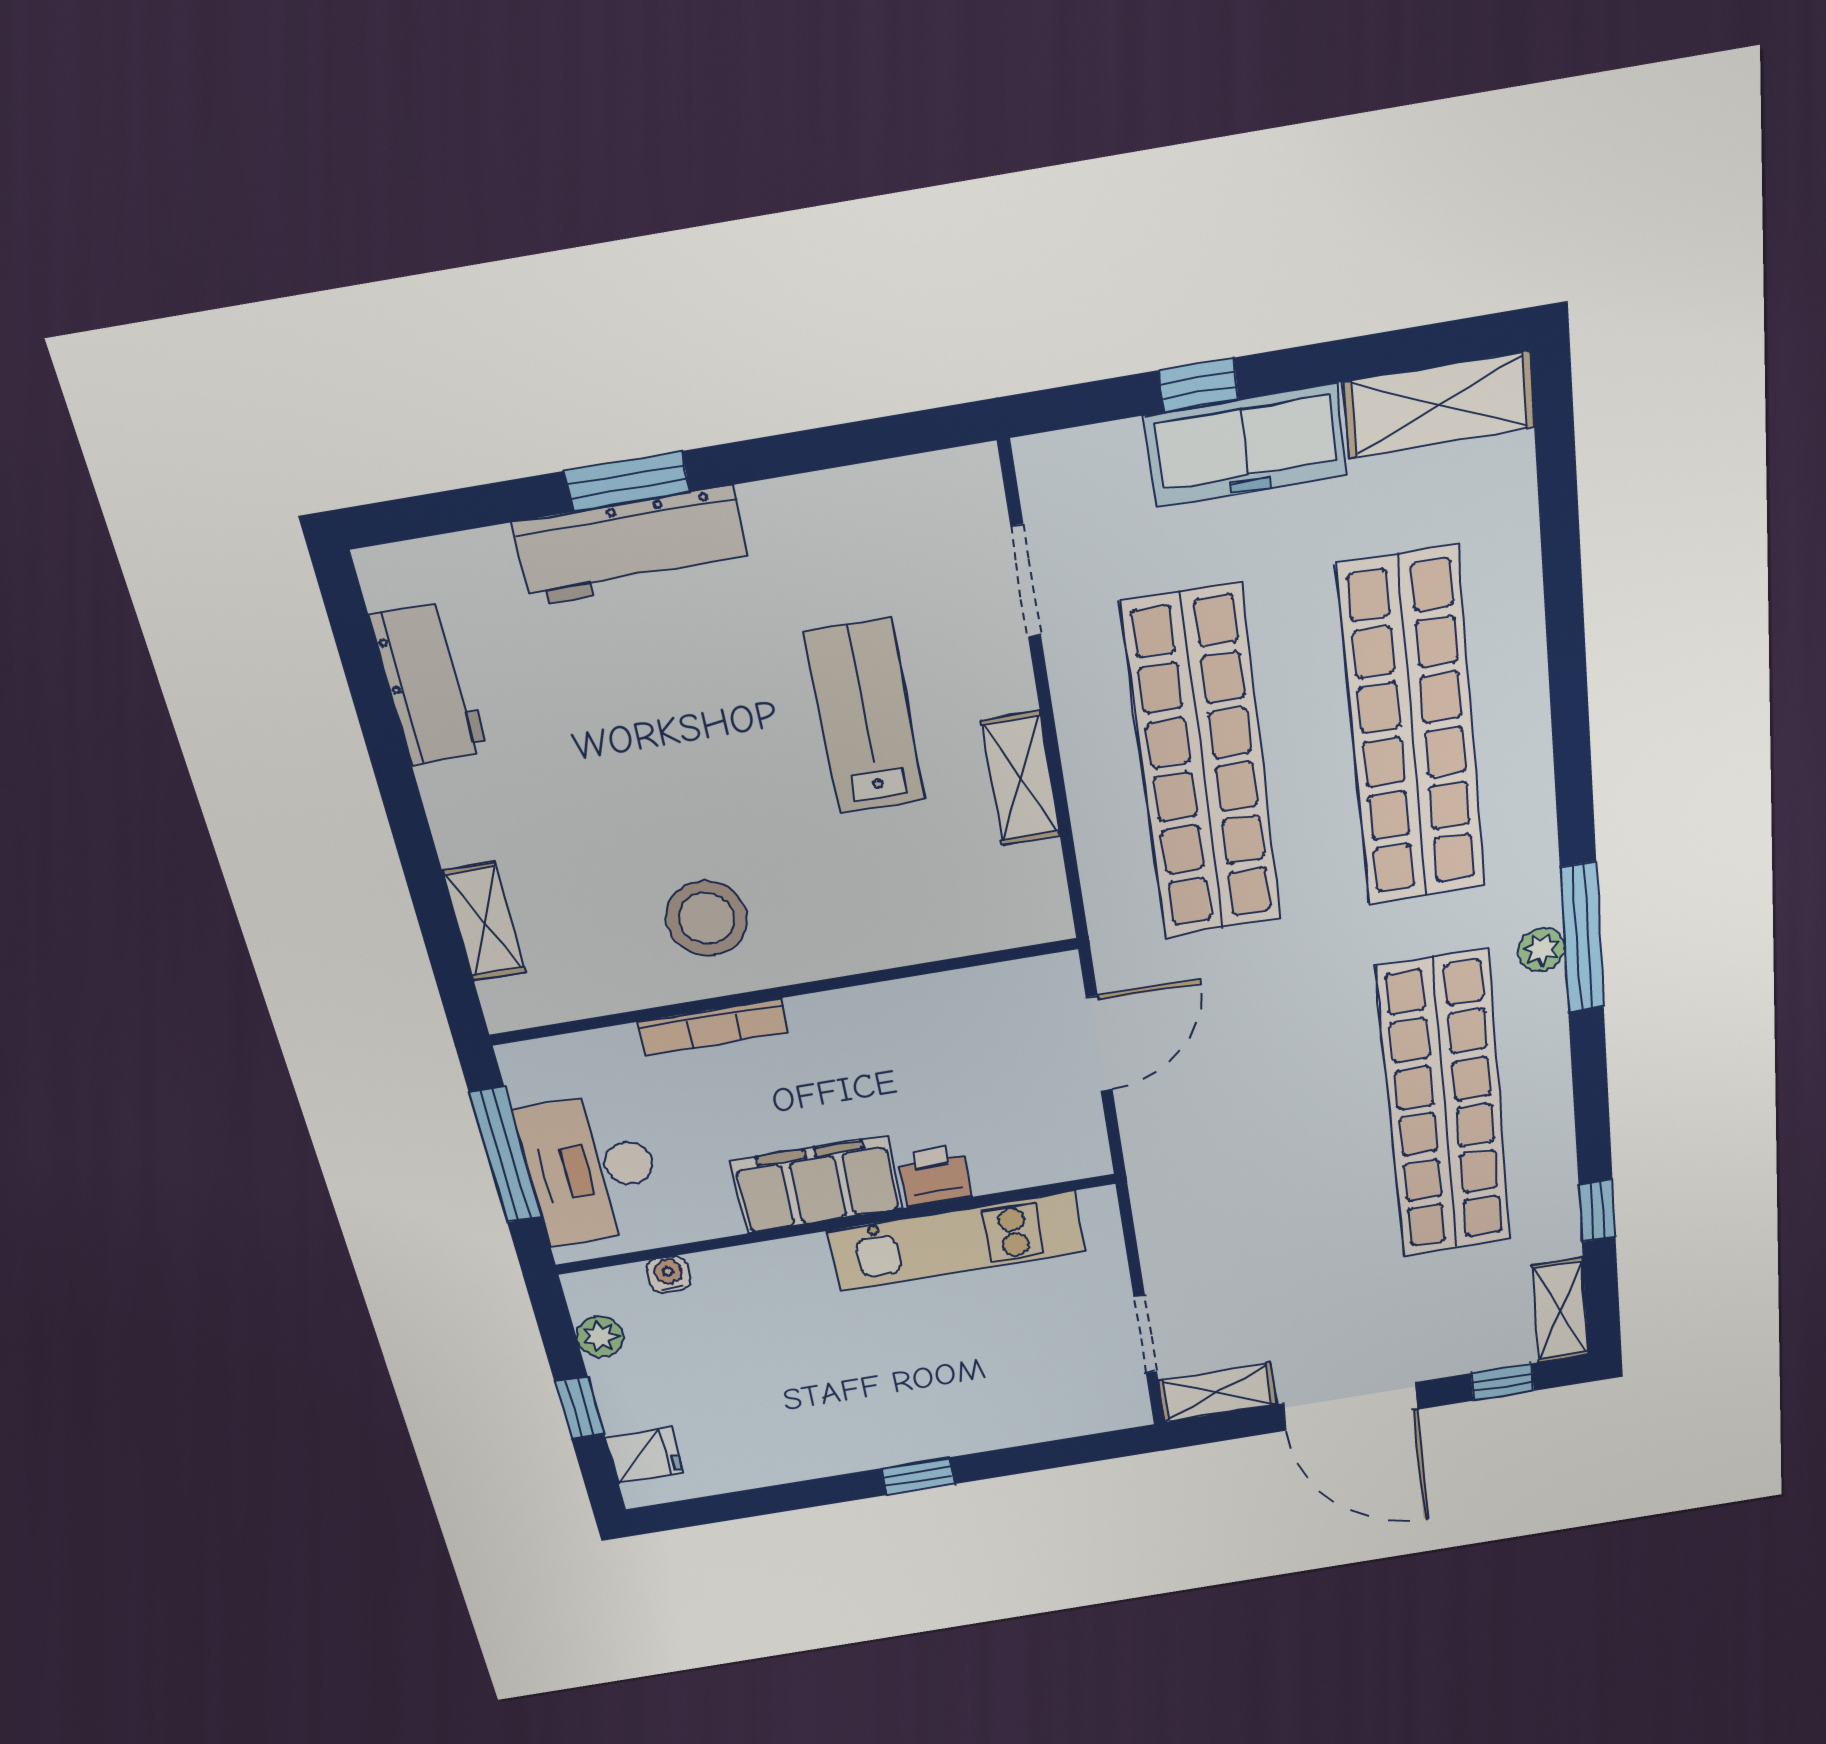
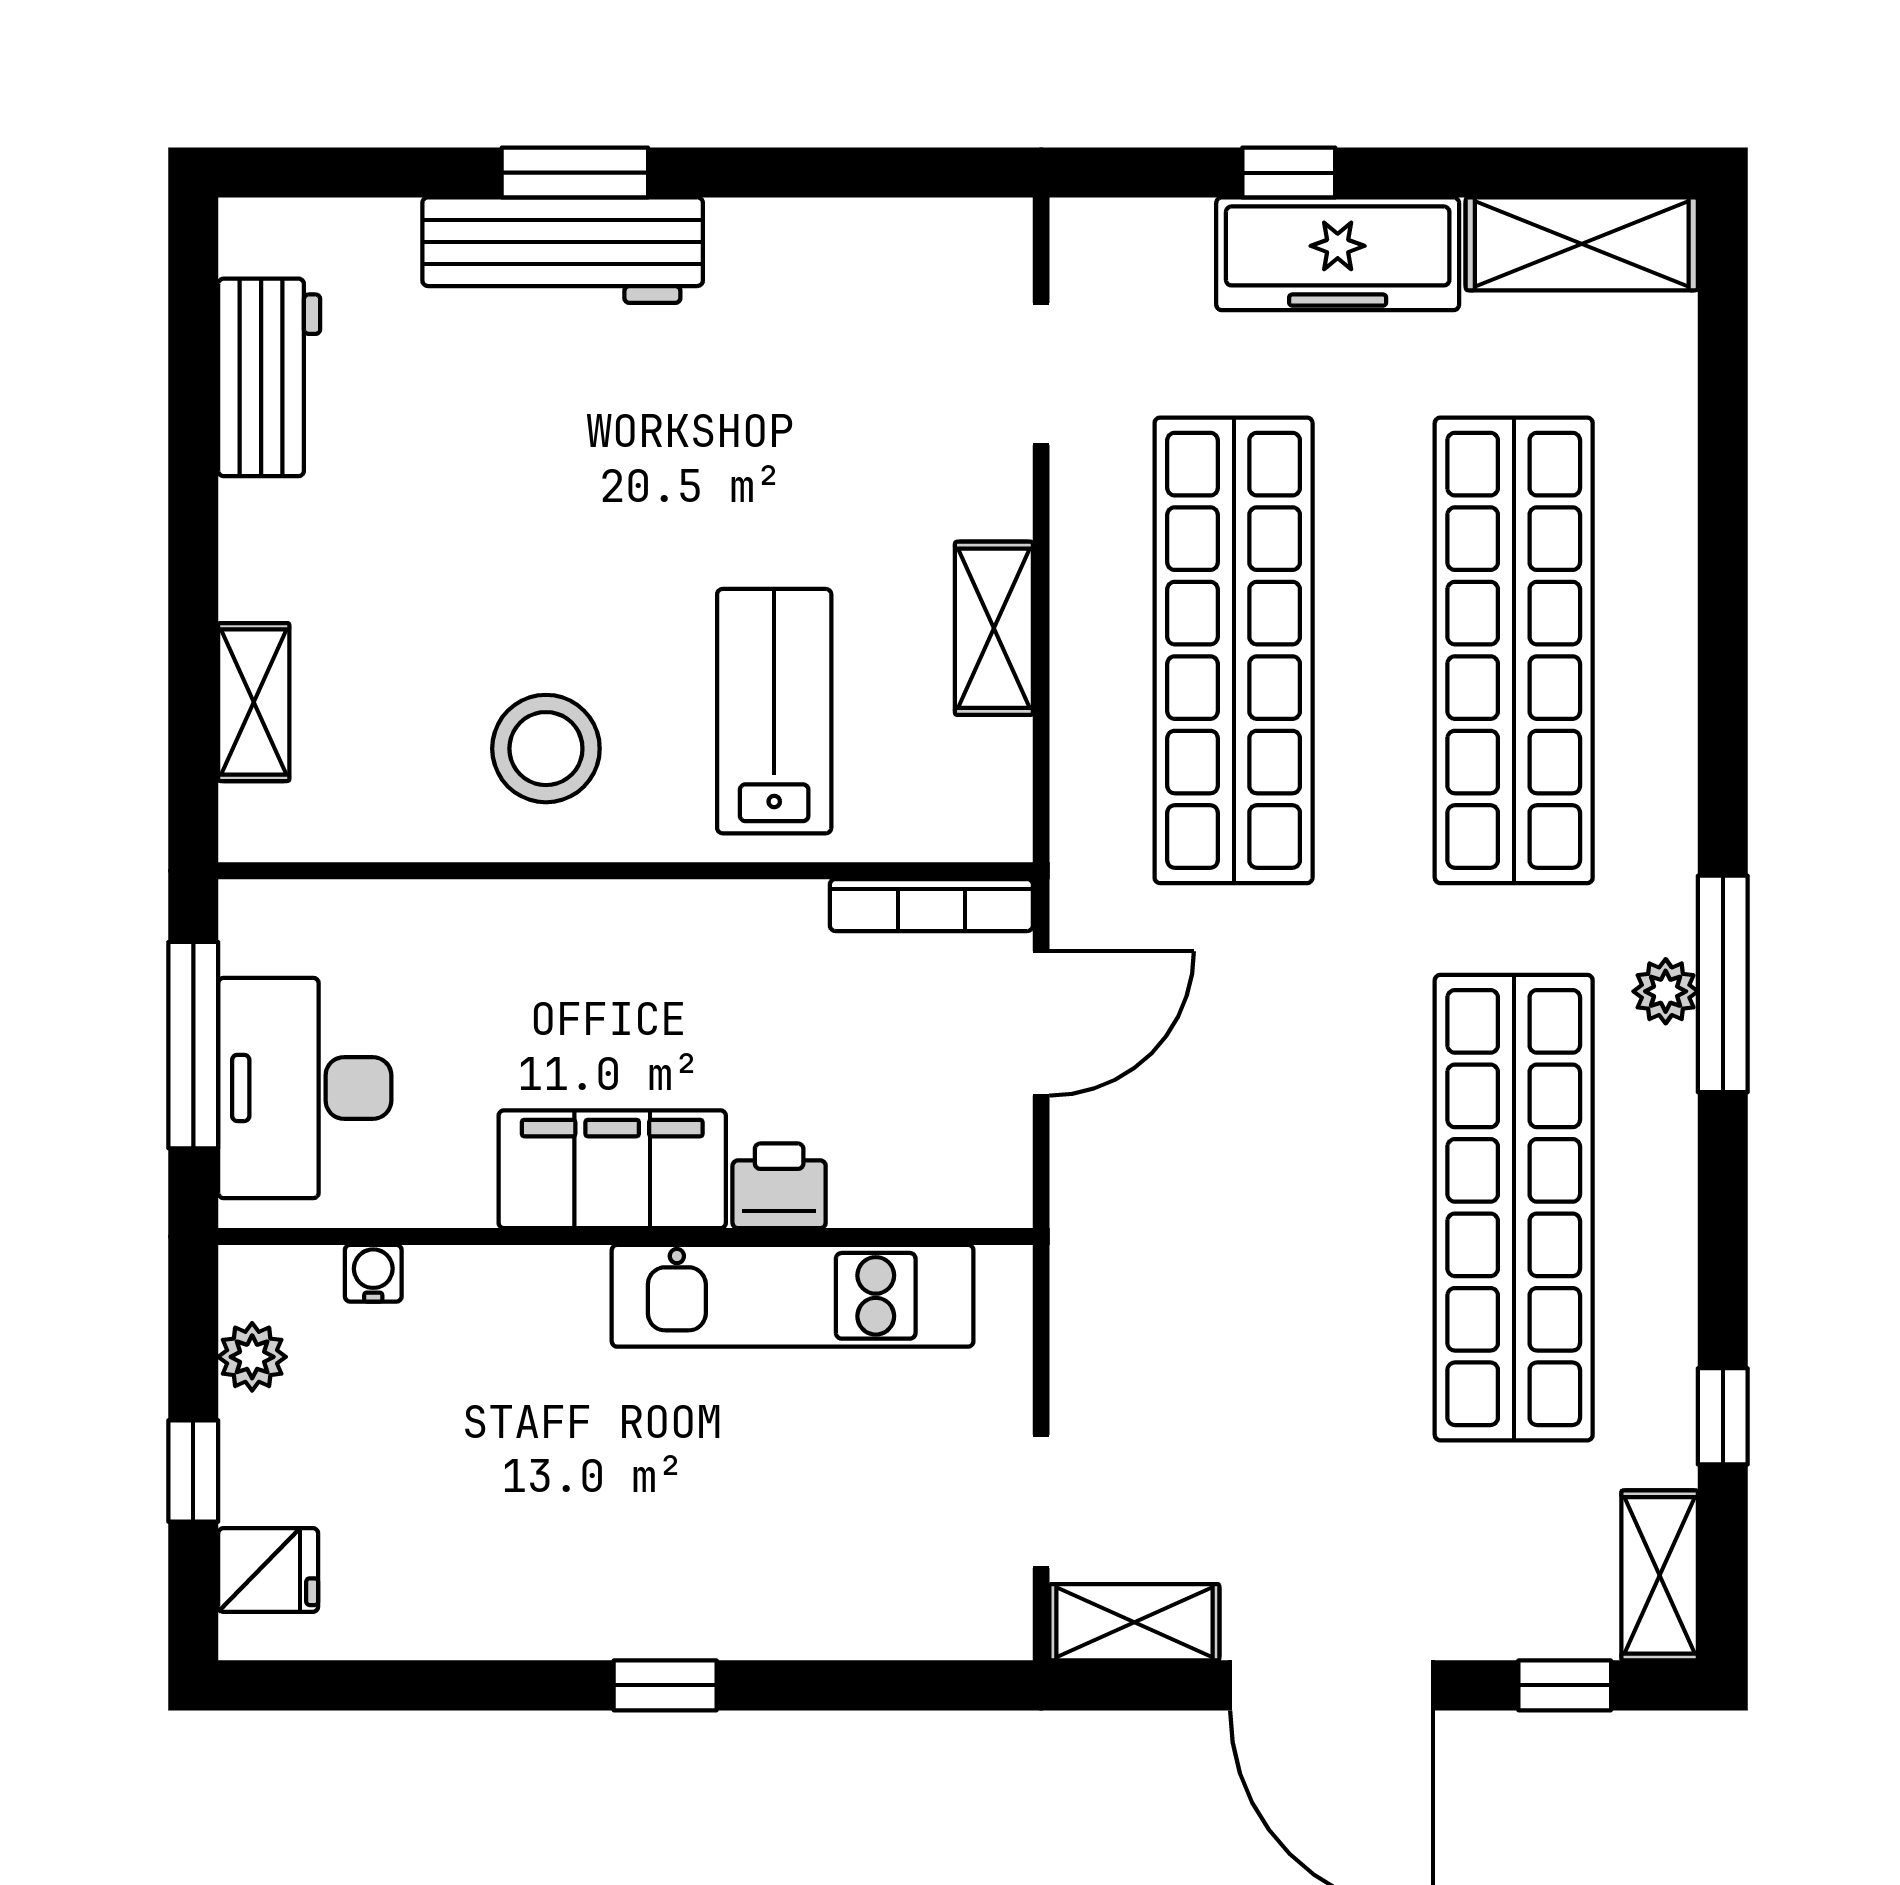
lab bench: (865, 717) -> (774, 711), moved
bookcase: (713, 1027) -> (931, 905), moved

